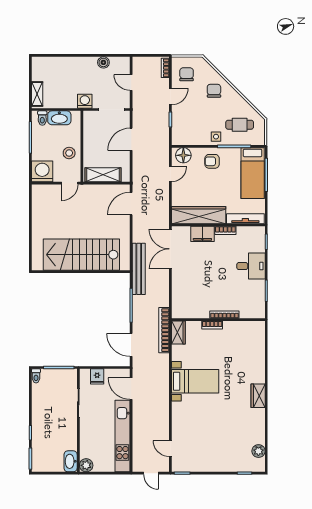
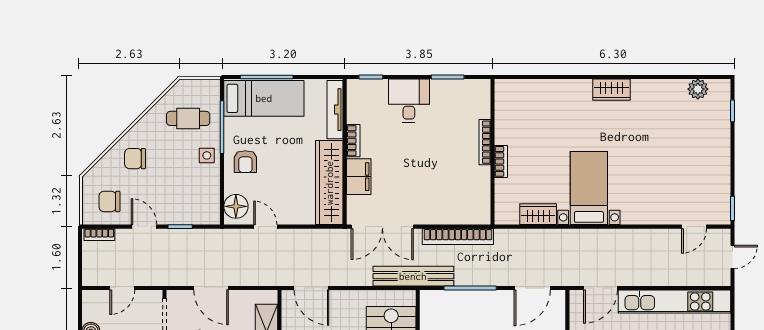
cafe table: (240, 125) -> (188, 118), turned 90
bookcase: (164, 330) -> (458, 237), moved
wardrobe: (178, 333) -> (538, 214), moved

